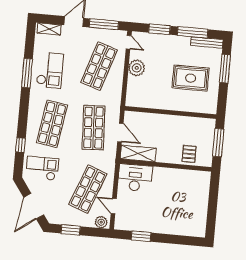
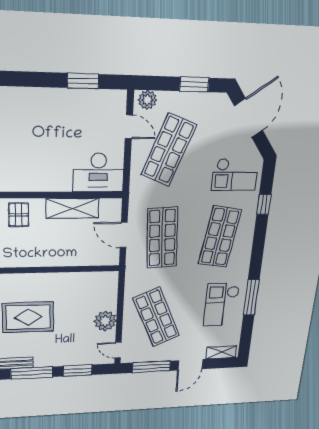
shop shelf: (99, 66) -> (156, 317), turned -42
shelving: (138, 154) -> (73, 208), moved

